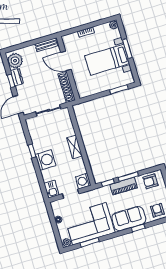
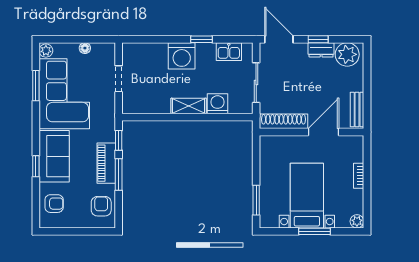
washing machine: (83, 181) -> (217, 104), moved
kitchen sink: (51, 189) -> (229, 52), moved

